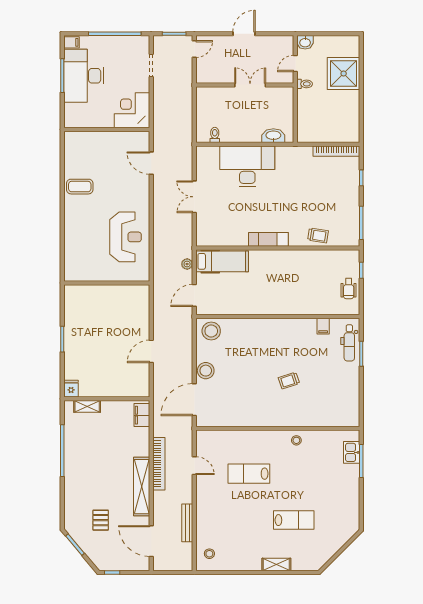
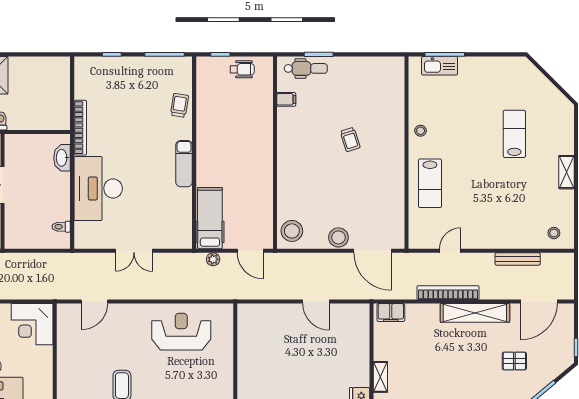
bookcase: (336, 151) -> (80, 128), moved
kitchen sink: (352, 452) -> (440, 66), width x1.38
lab bench: (249, 474) -> (430, 183), moved
shelving: (276, 564) -> (567, 172), moved

